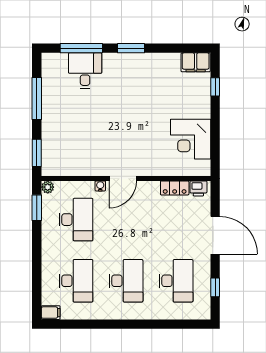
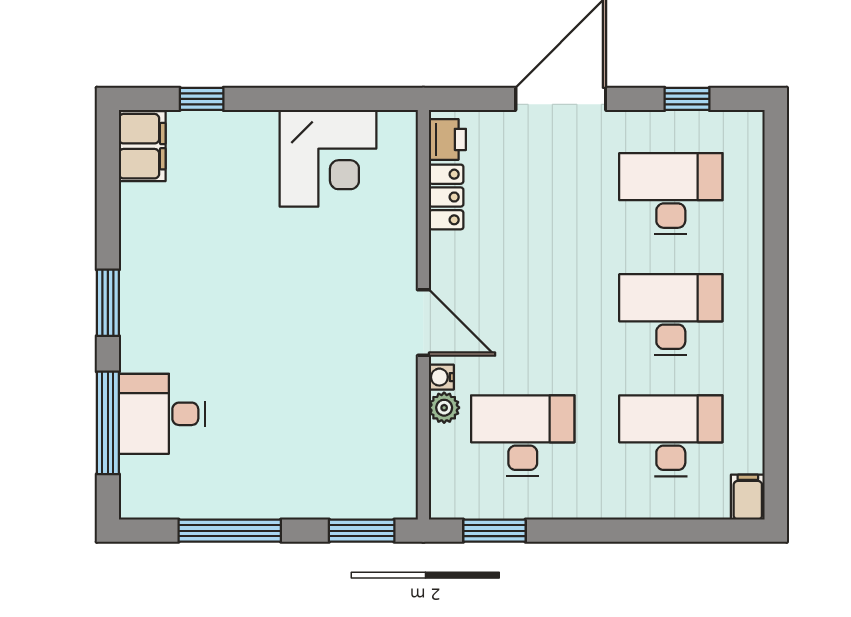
plant: (48, 187) -> (444, 408), moved

